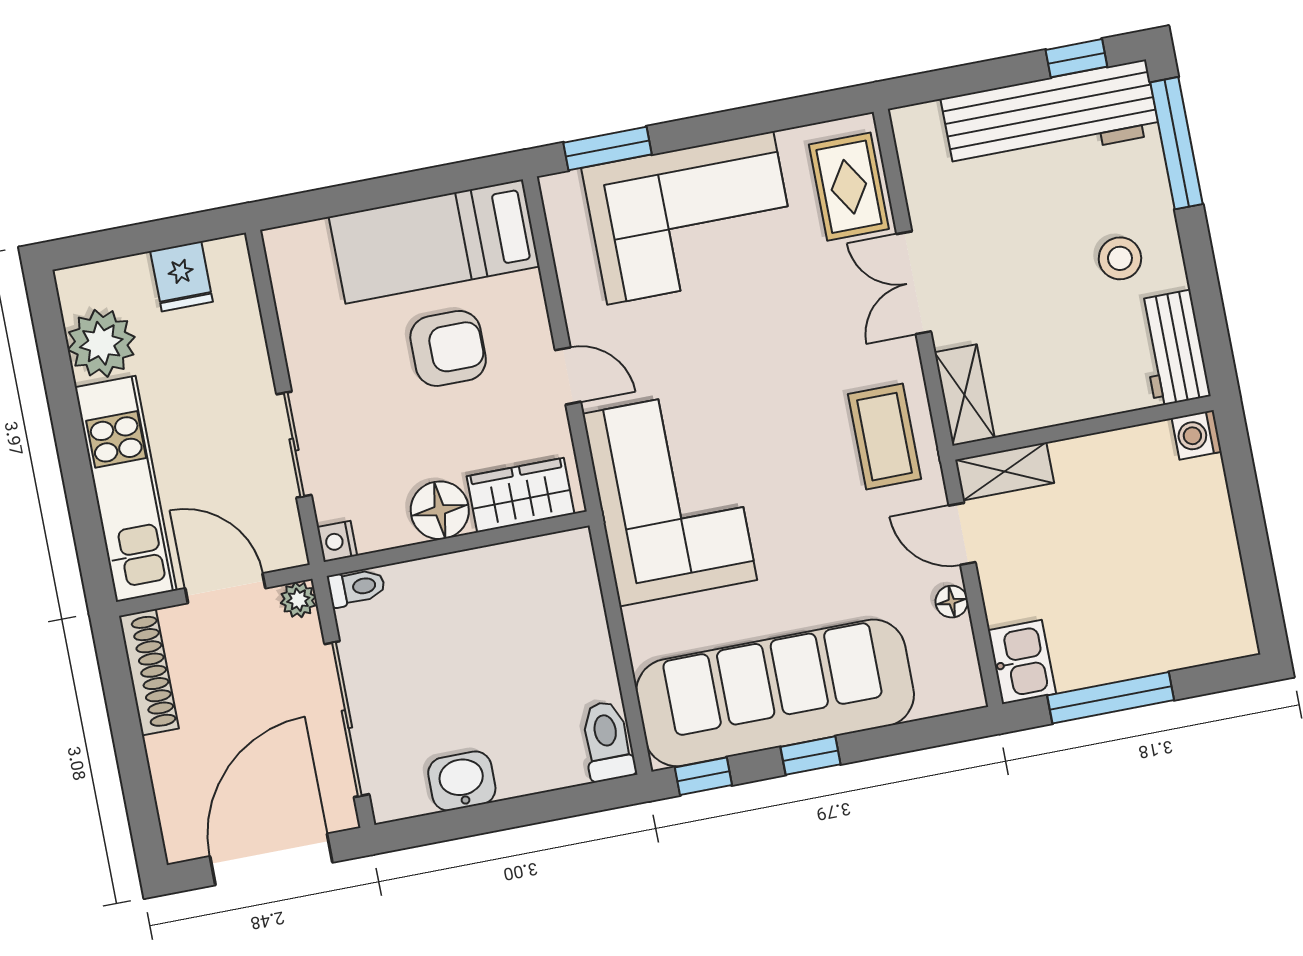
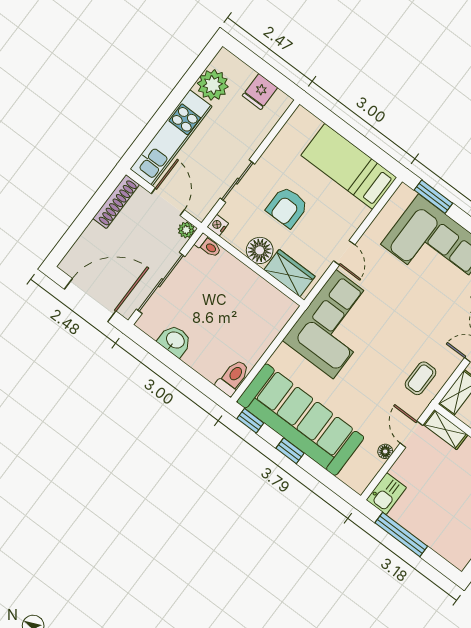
armchair: (448, 348) -> (287, 207), moved, turned 90
coffee table: (884, 437) -> (420, 378), width x0.73, depth x0.77

